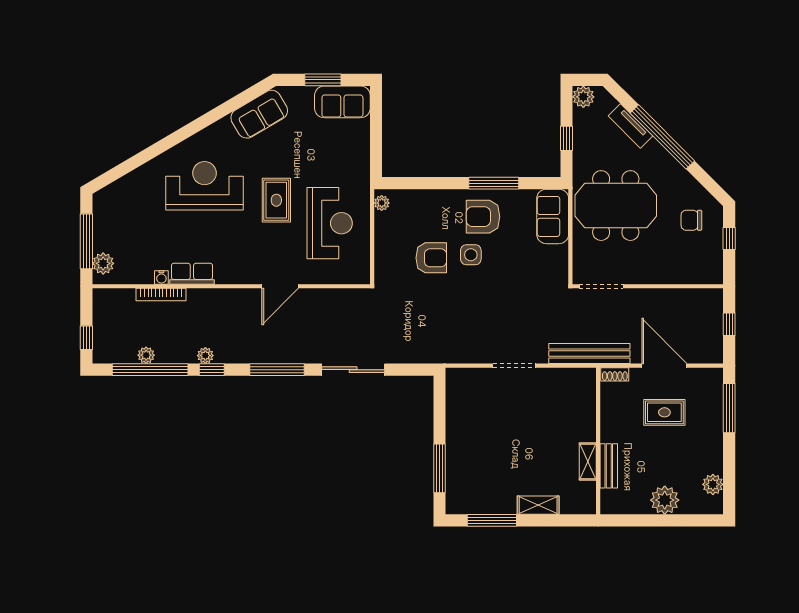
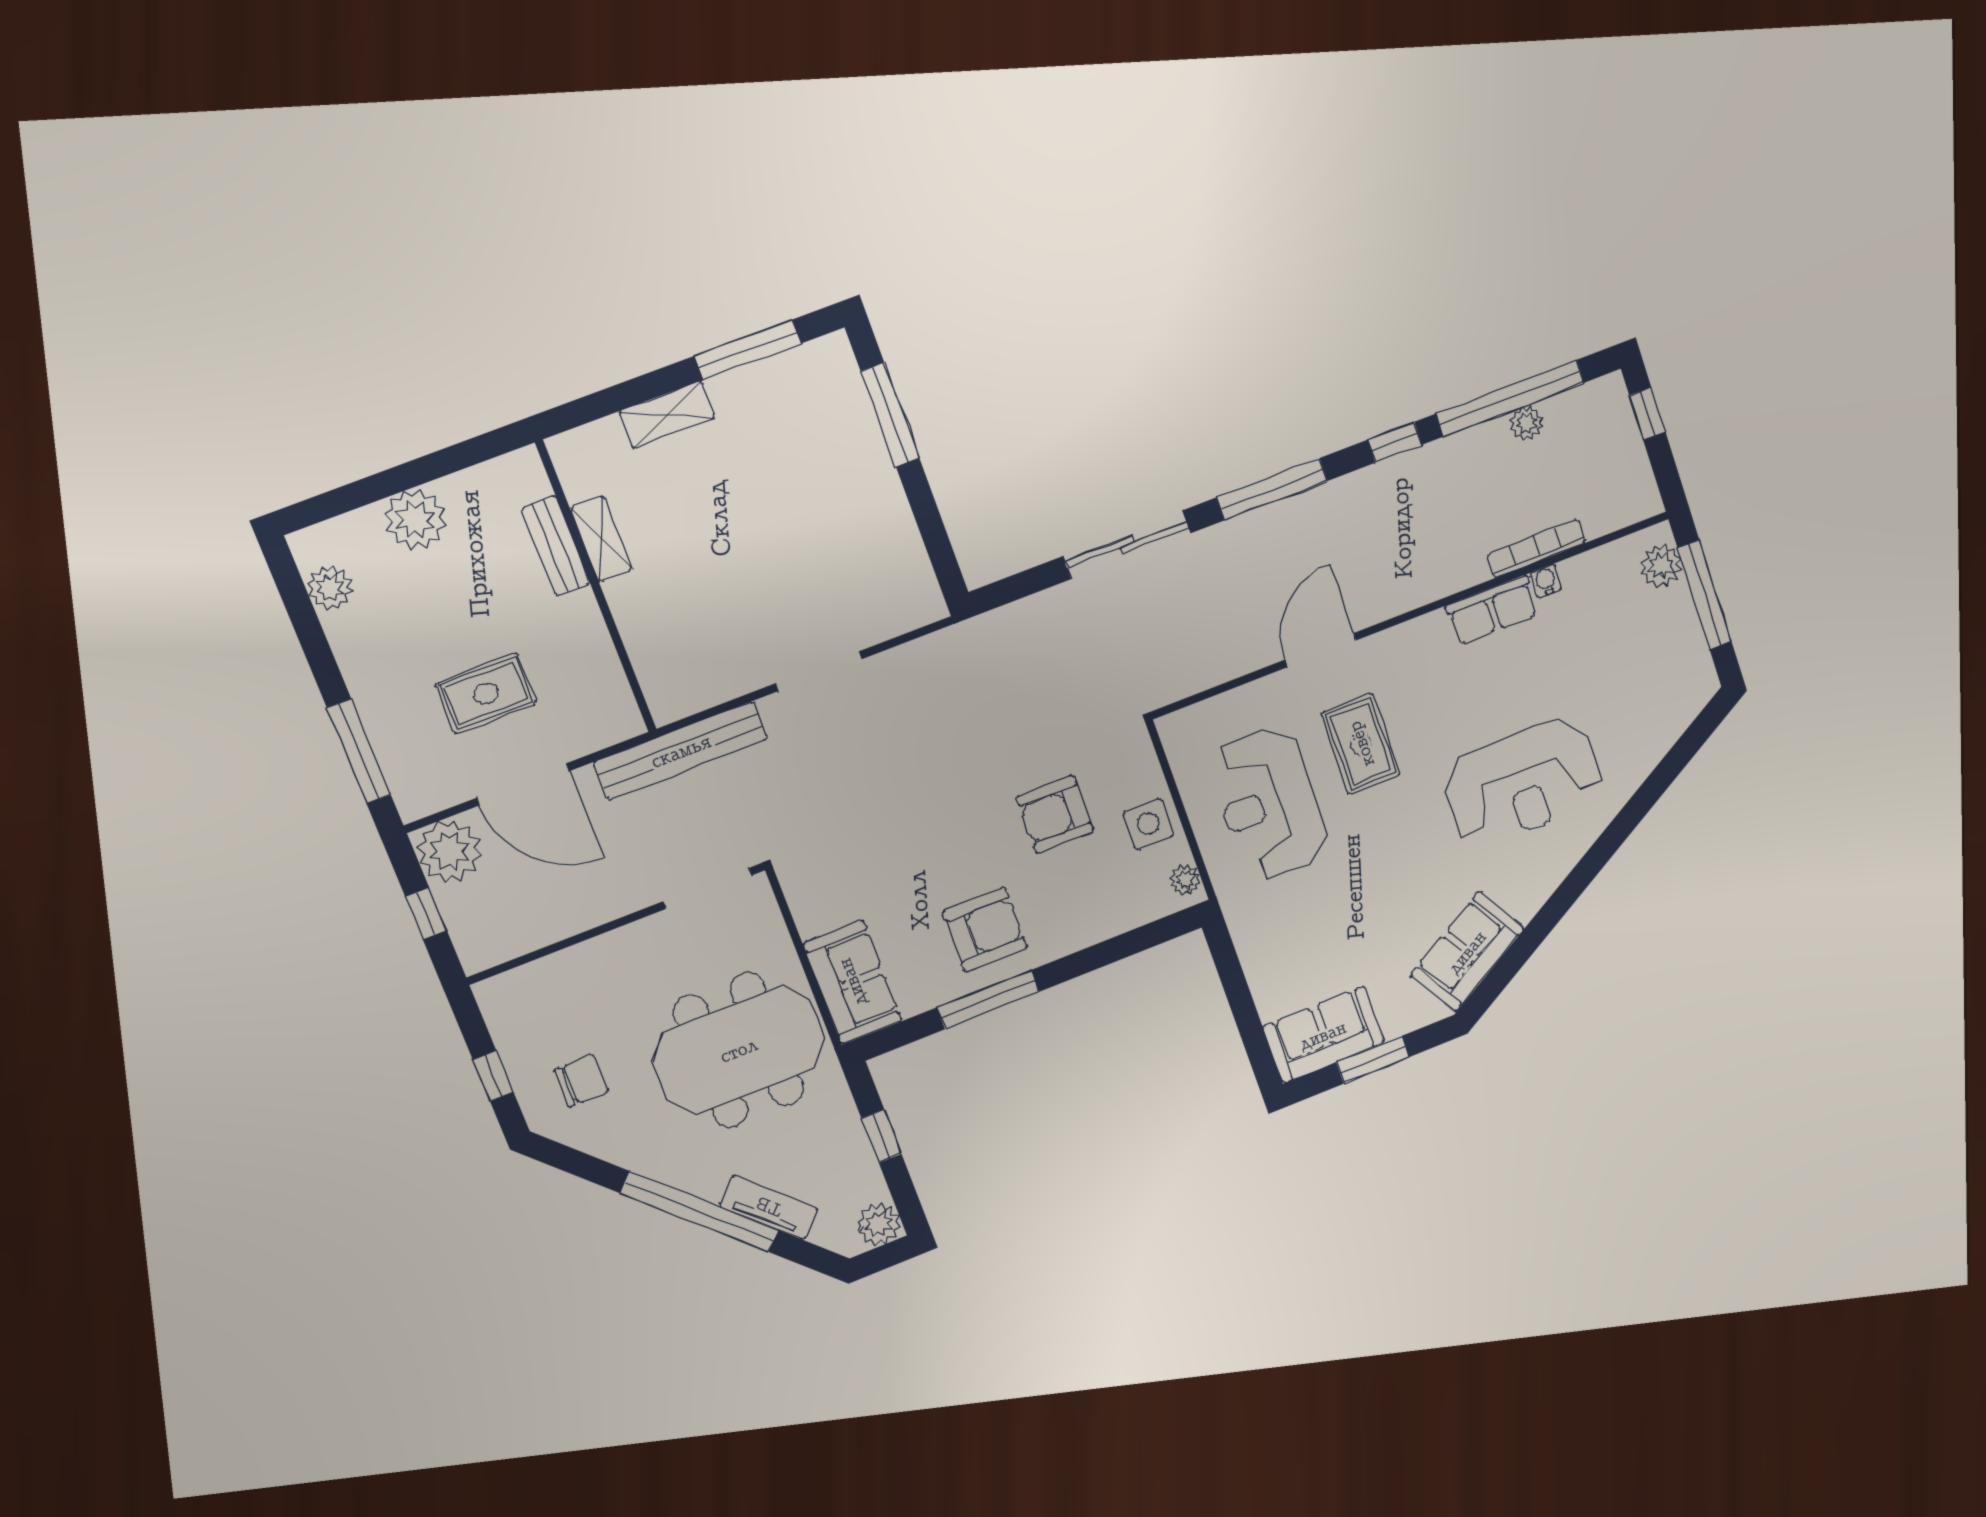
rug: (276, 200) -> (1361, 744), moved
side table: (471, 255) -> (1148, 824), moved
plant: (205, 356) -> (449, 851), moved, width x1.88, depth x1.88
shoe rack: (615, 374) -> (614, 730), removed

